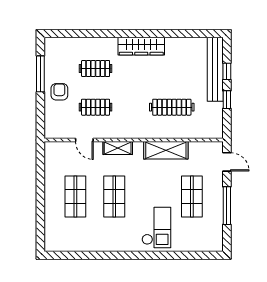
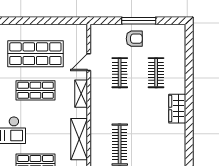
wardrobe: (141, 46) -> (177, 109), width x0.67
window: (40, 74) -> (139, 21), moved
shop shelf: (75, 197) -> (35, 54), width x1.43, depth x1.36

